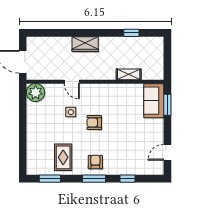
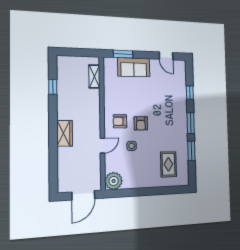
shelving: (129, 74) -> (94, 76), moved
sofa: (154, 101) -> (134, 67), moved
rug: (63, 157) -> (168, 164), moved, turned 90
armchair: (95, 162) -> (120, 121), moved
window: (50, 179) -> (191, 151), moved

